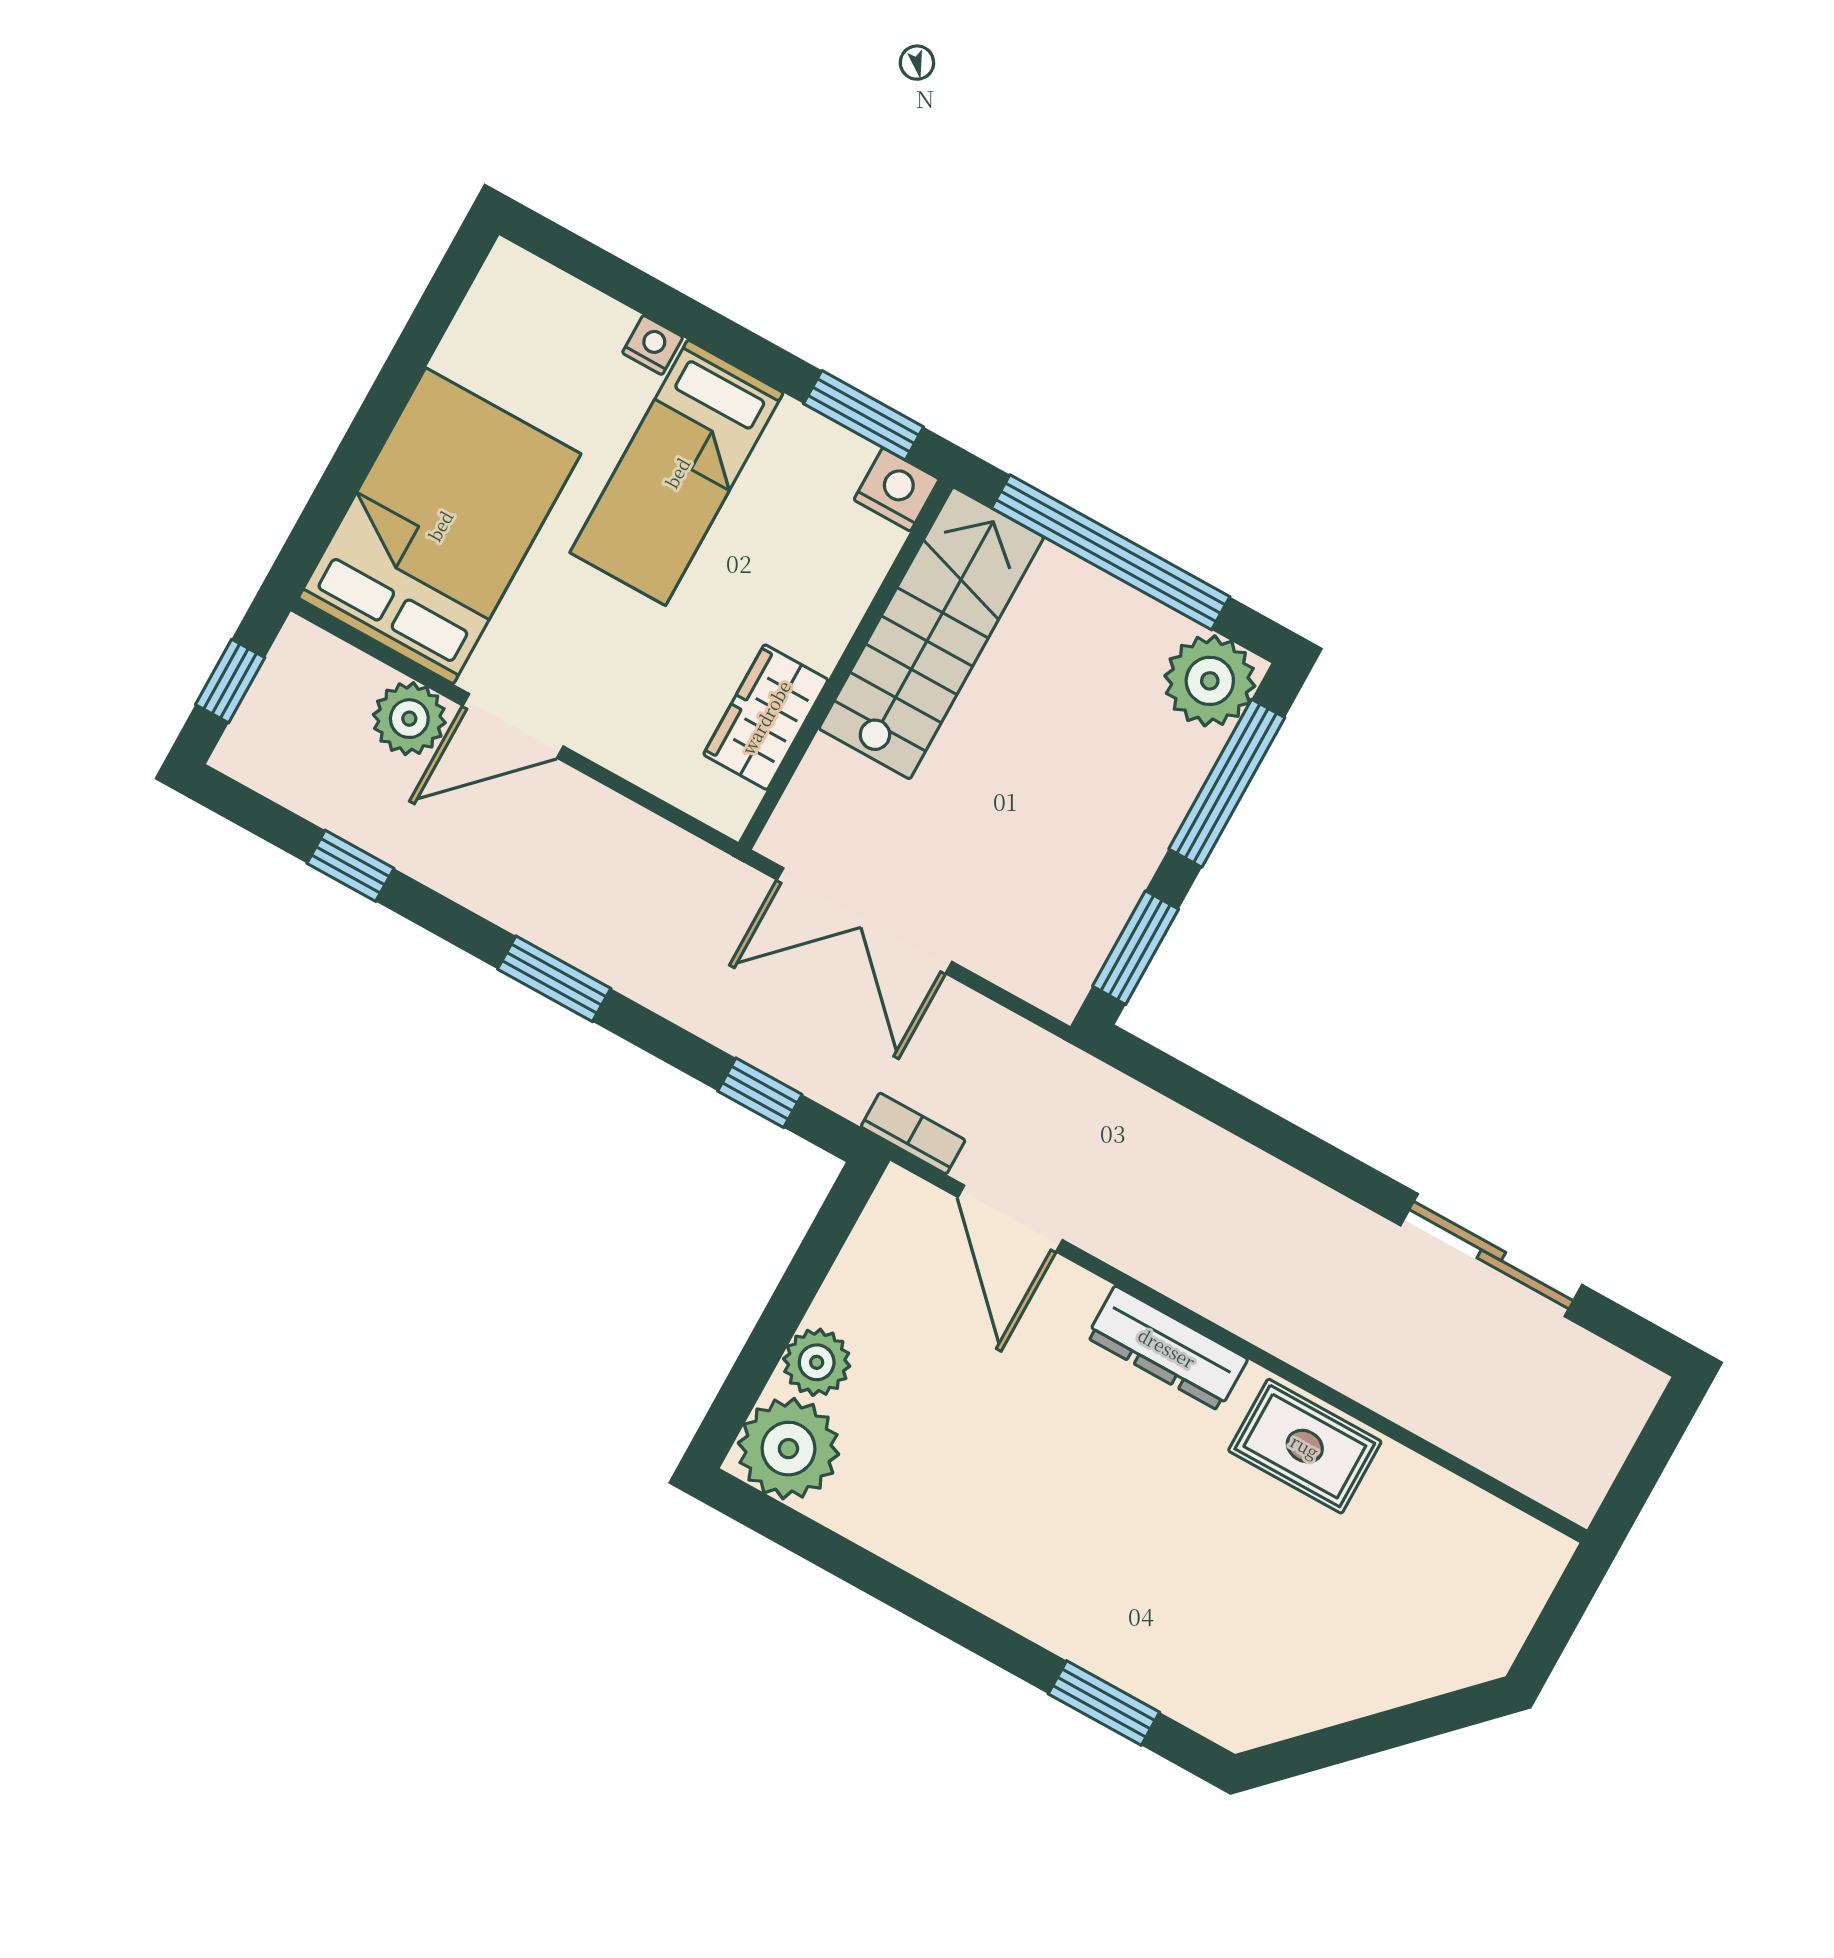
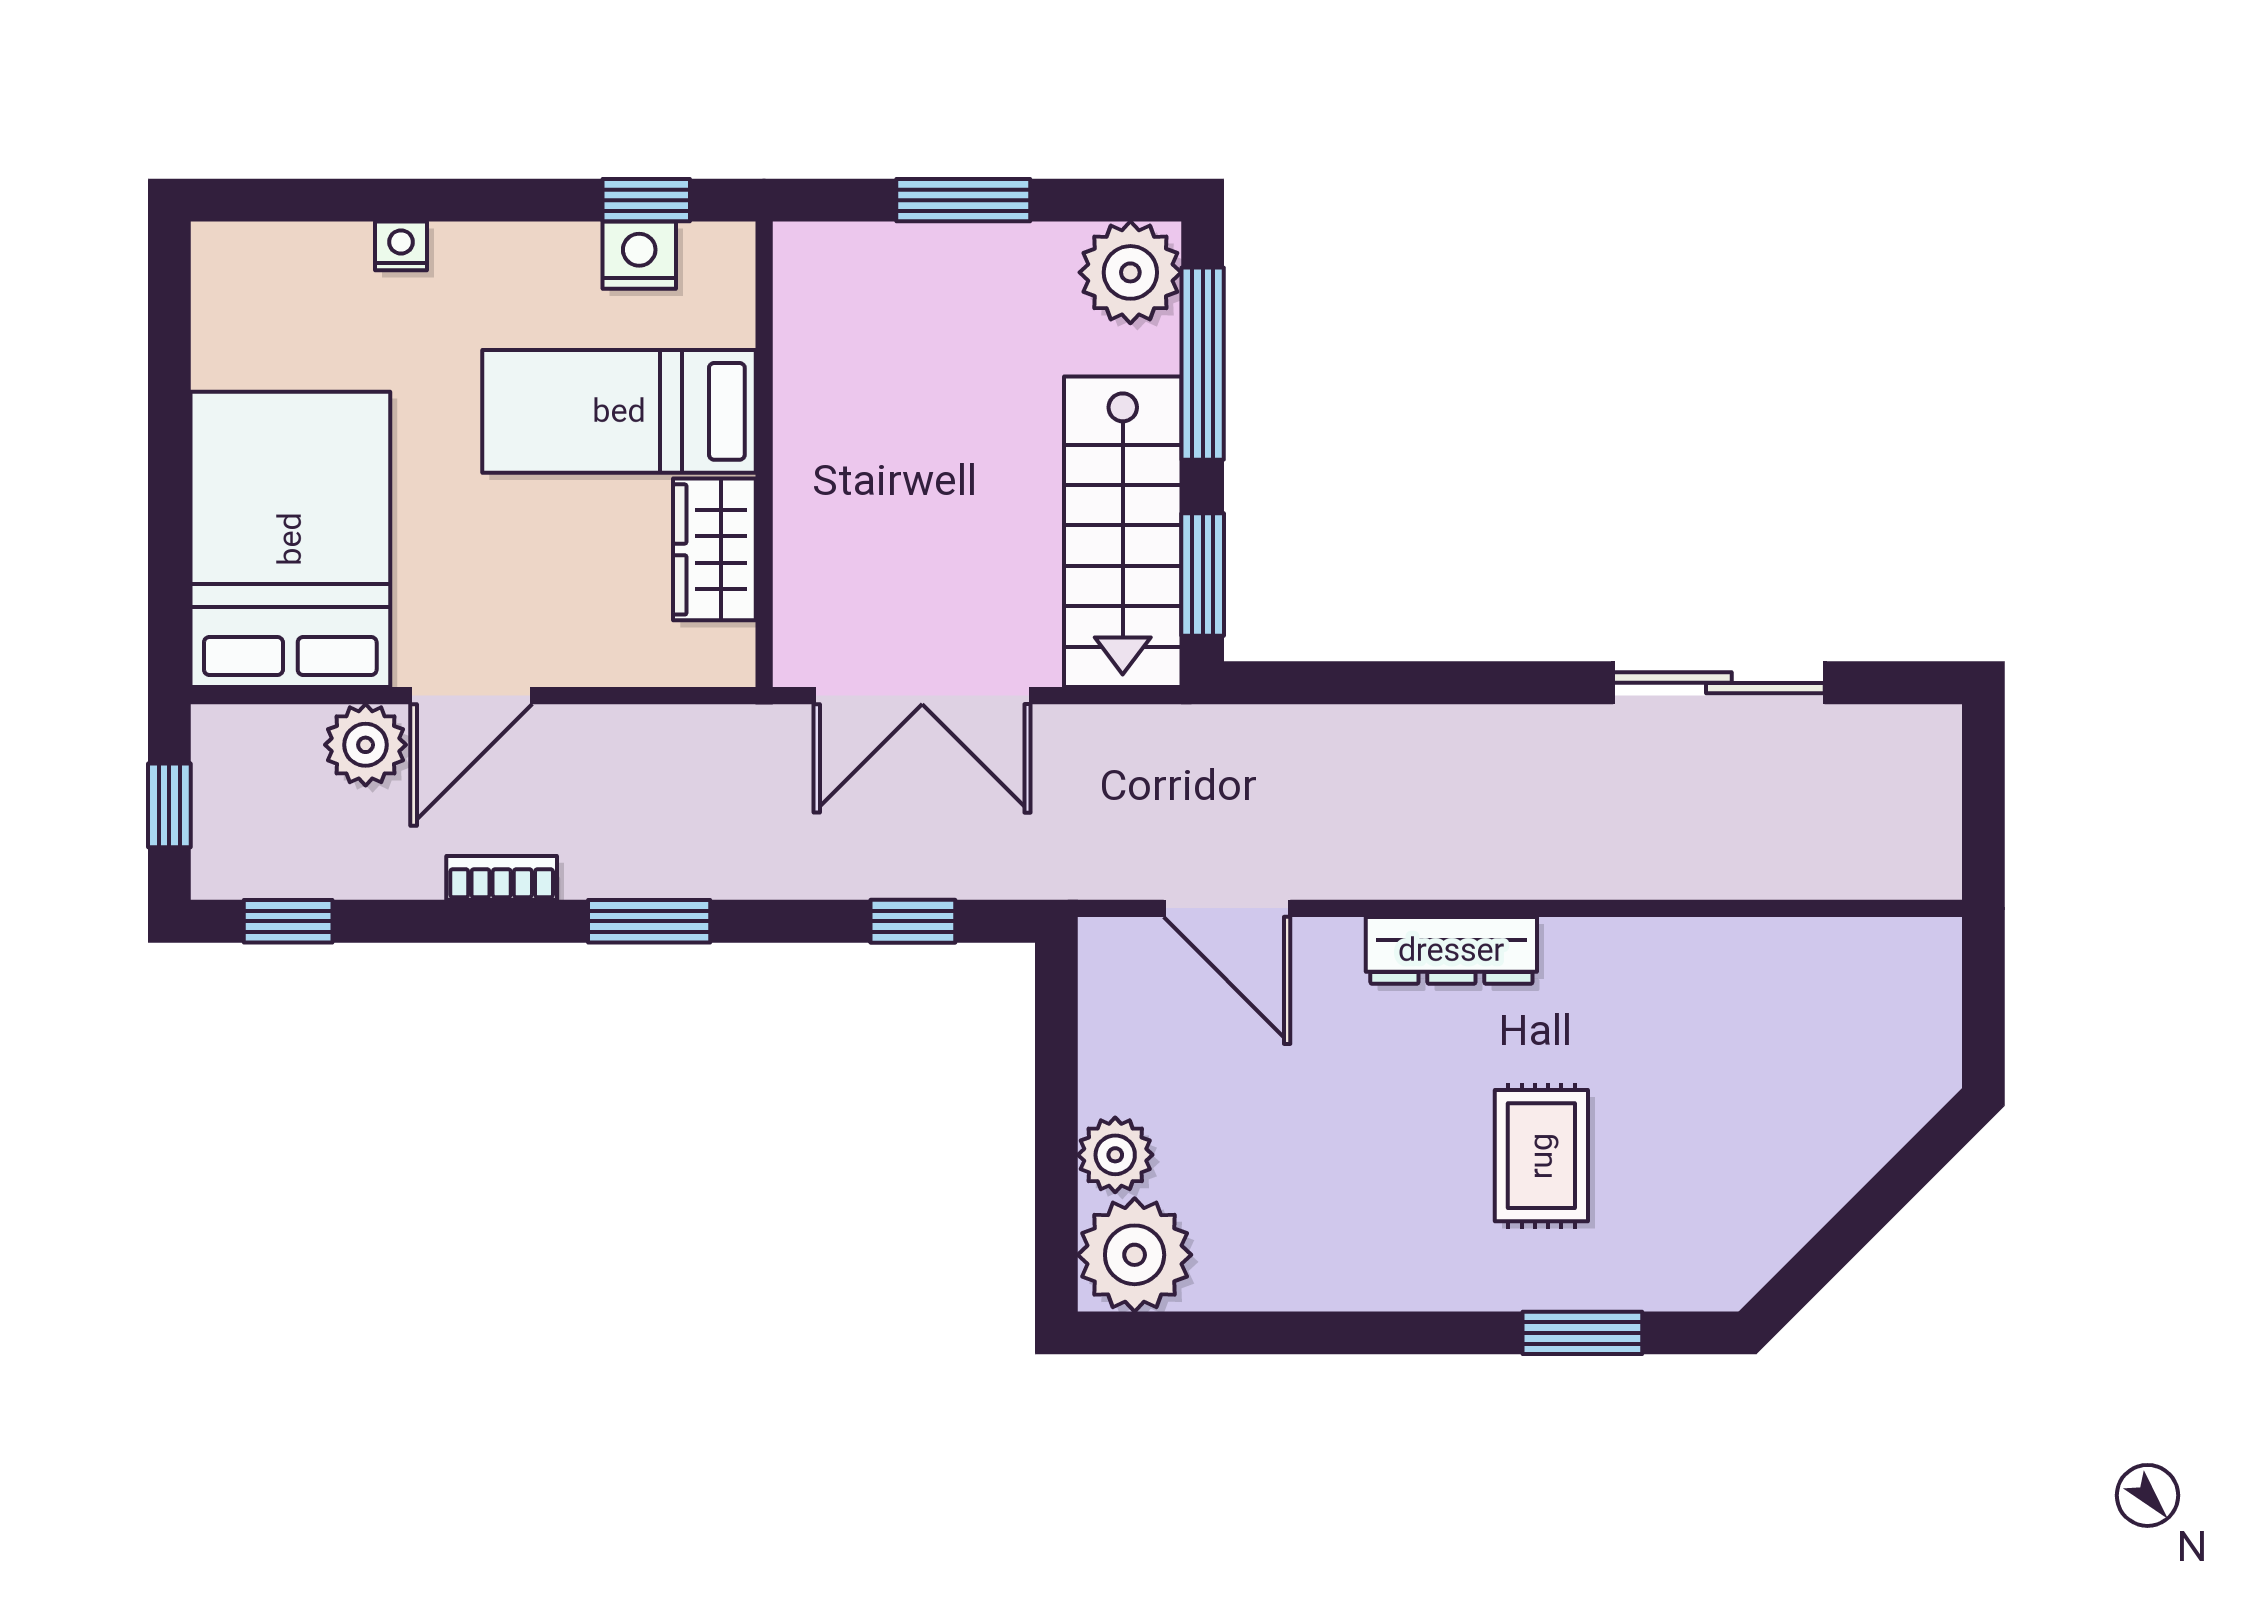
window: (864, 415) -> (646, 200), width x0.67
bed: (677, 473) -> (619, 411), moved, turned 90
nightstand: (897, 490) -> (639, 255), moved
window: (1111, 552) -> (963, 200), width x0.47
stairs: (931, 633) -> (1123, 532), moved, turned 180
window: (350, 866) -> (288, 921), moved
bookcase: (913, 1133) -> (502, 878), moved
rug: (1305, 1446) -> (1541, 1156), moved, turned 90

